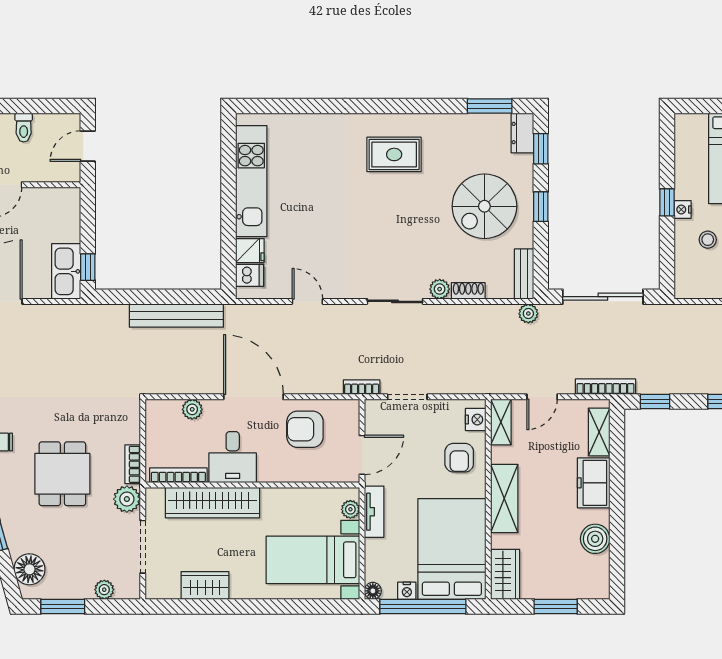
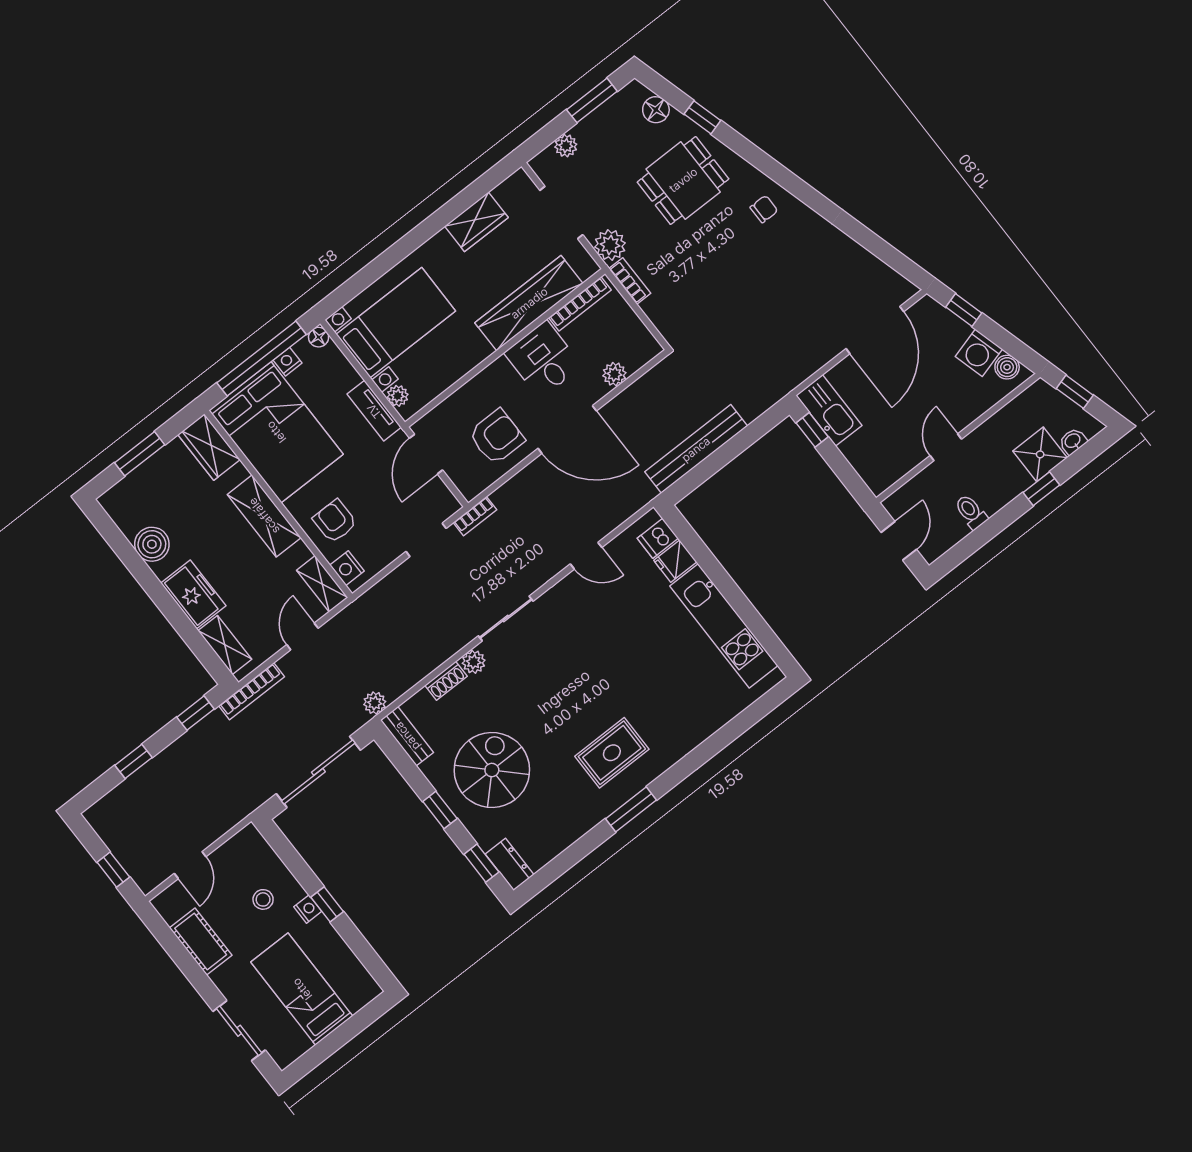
window: (490, 106) -> (631, 809), moved
dining table: (62, 474) -> (683, 180), moved, turned 90
floor lamp: (29, 569) -> (656, 110), width x0.73, depth x0.73

